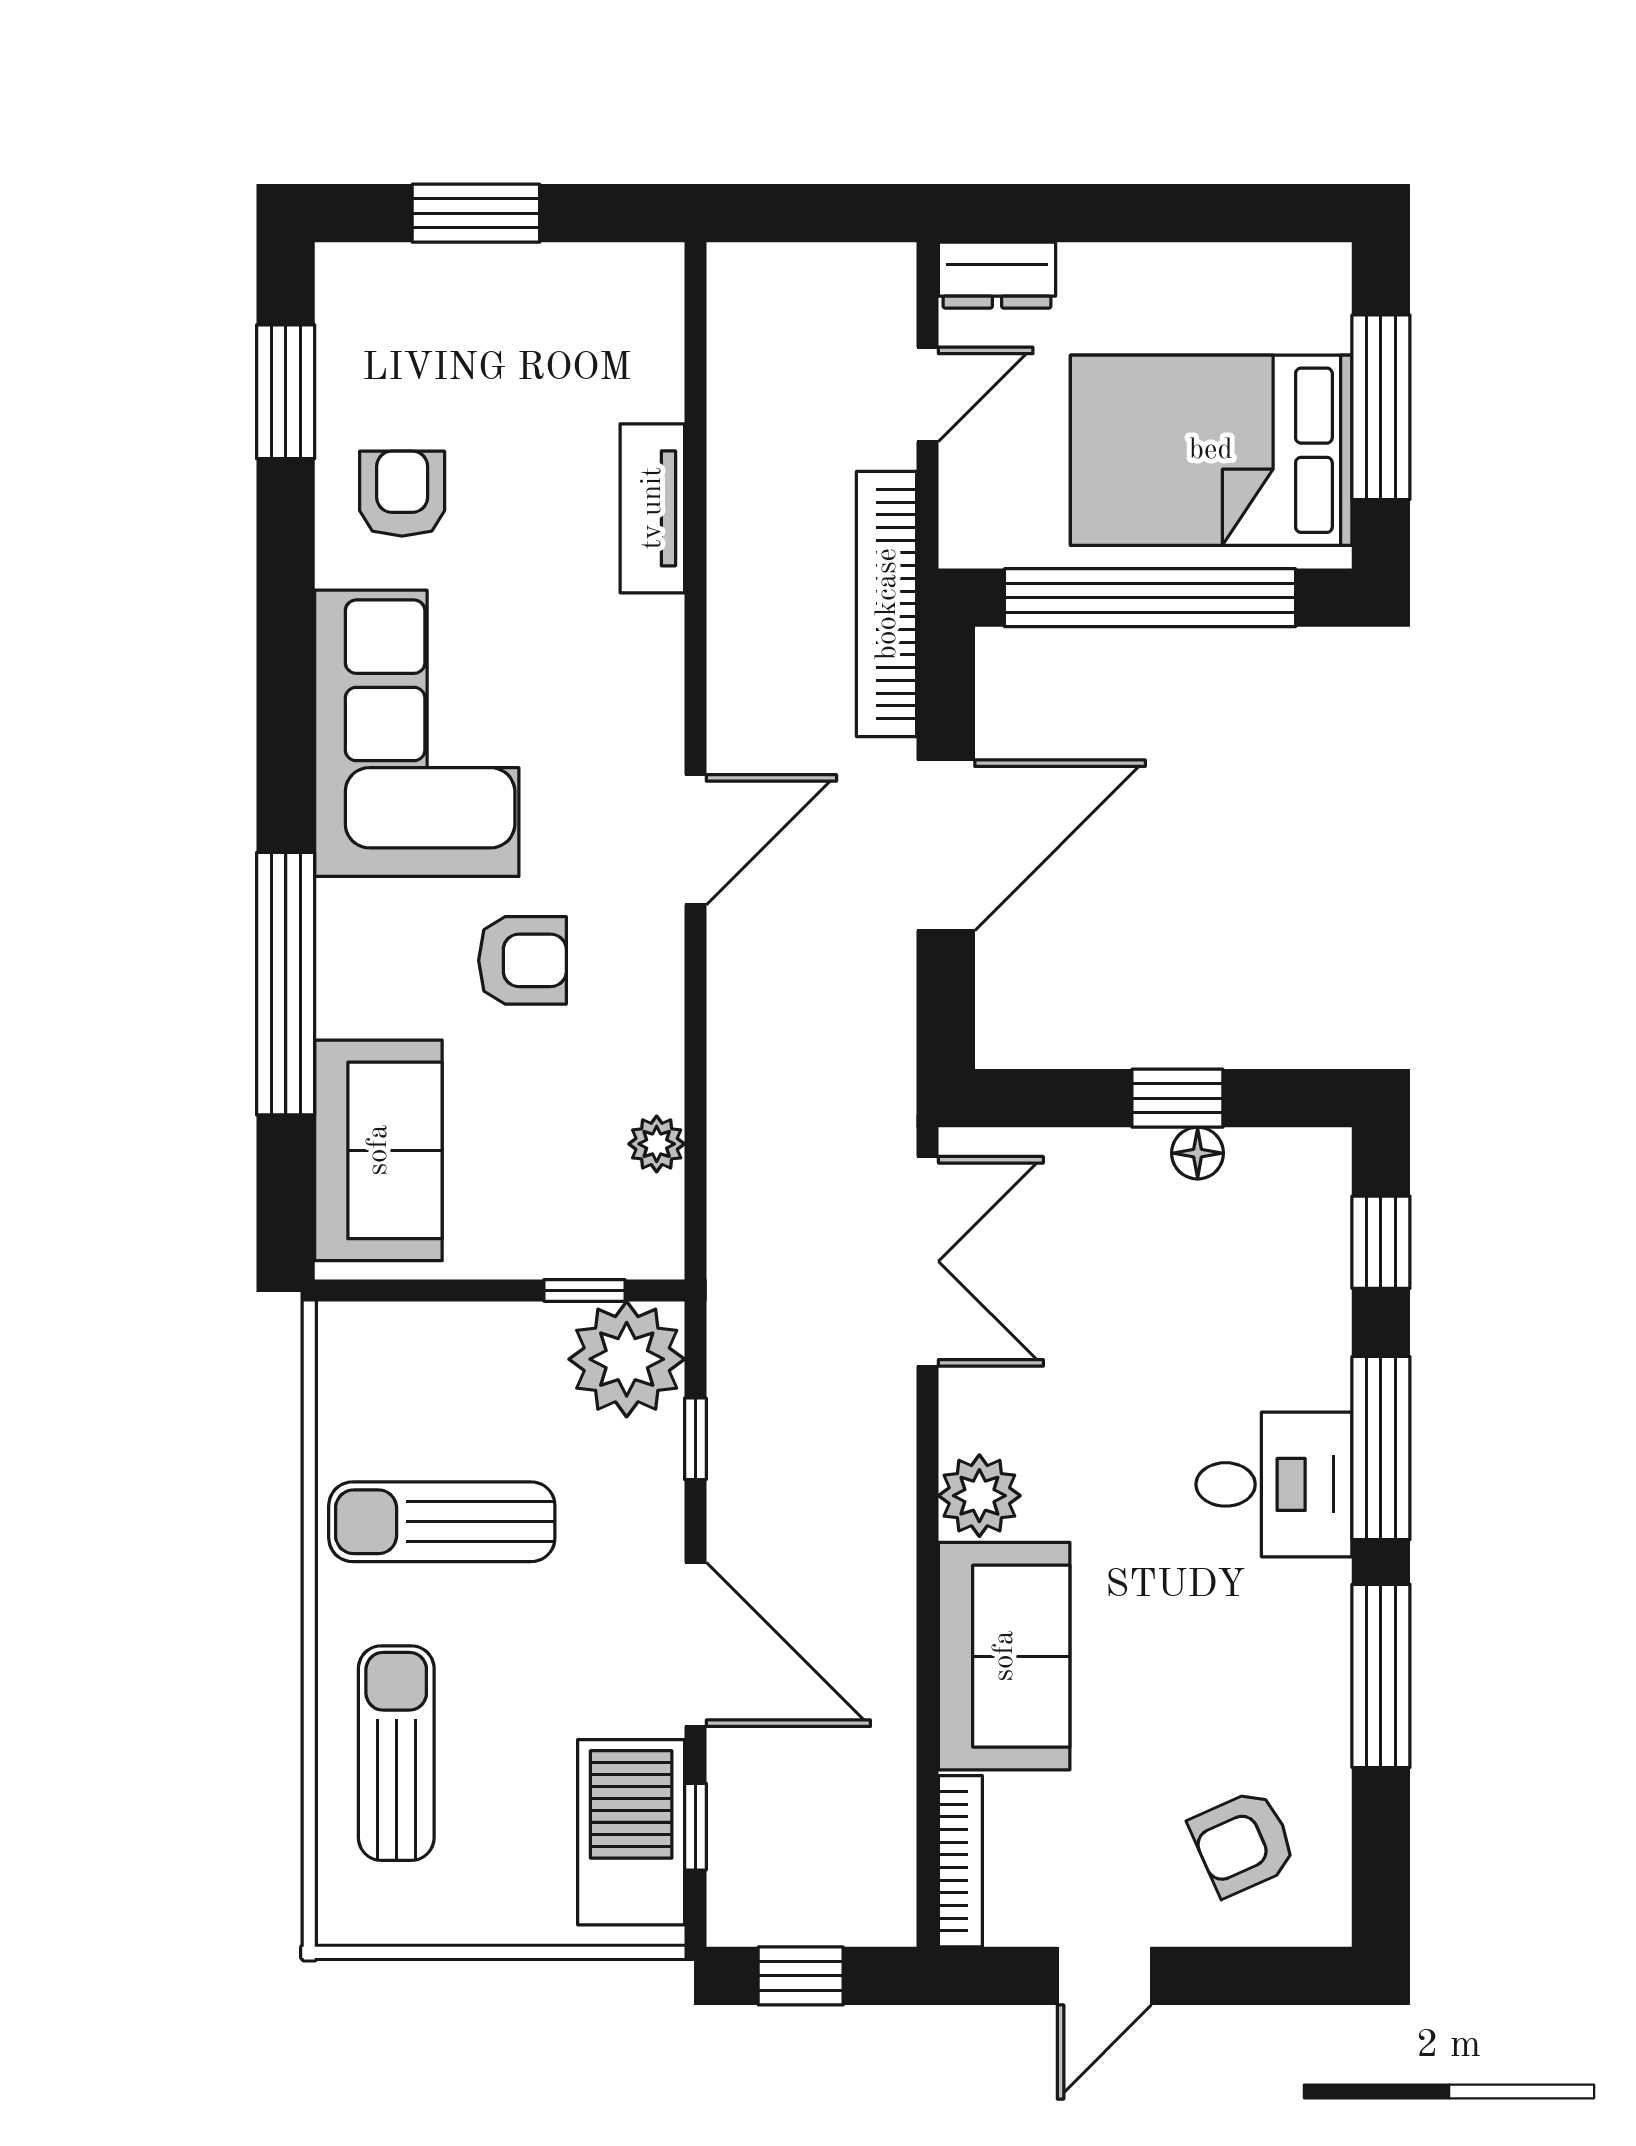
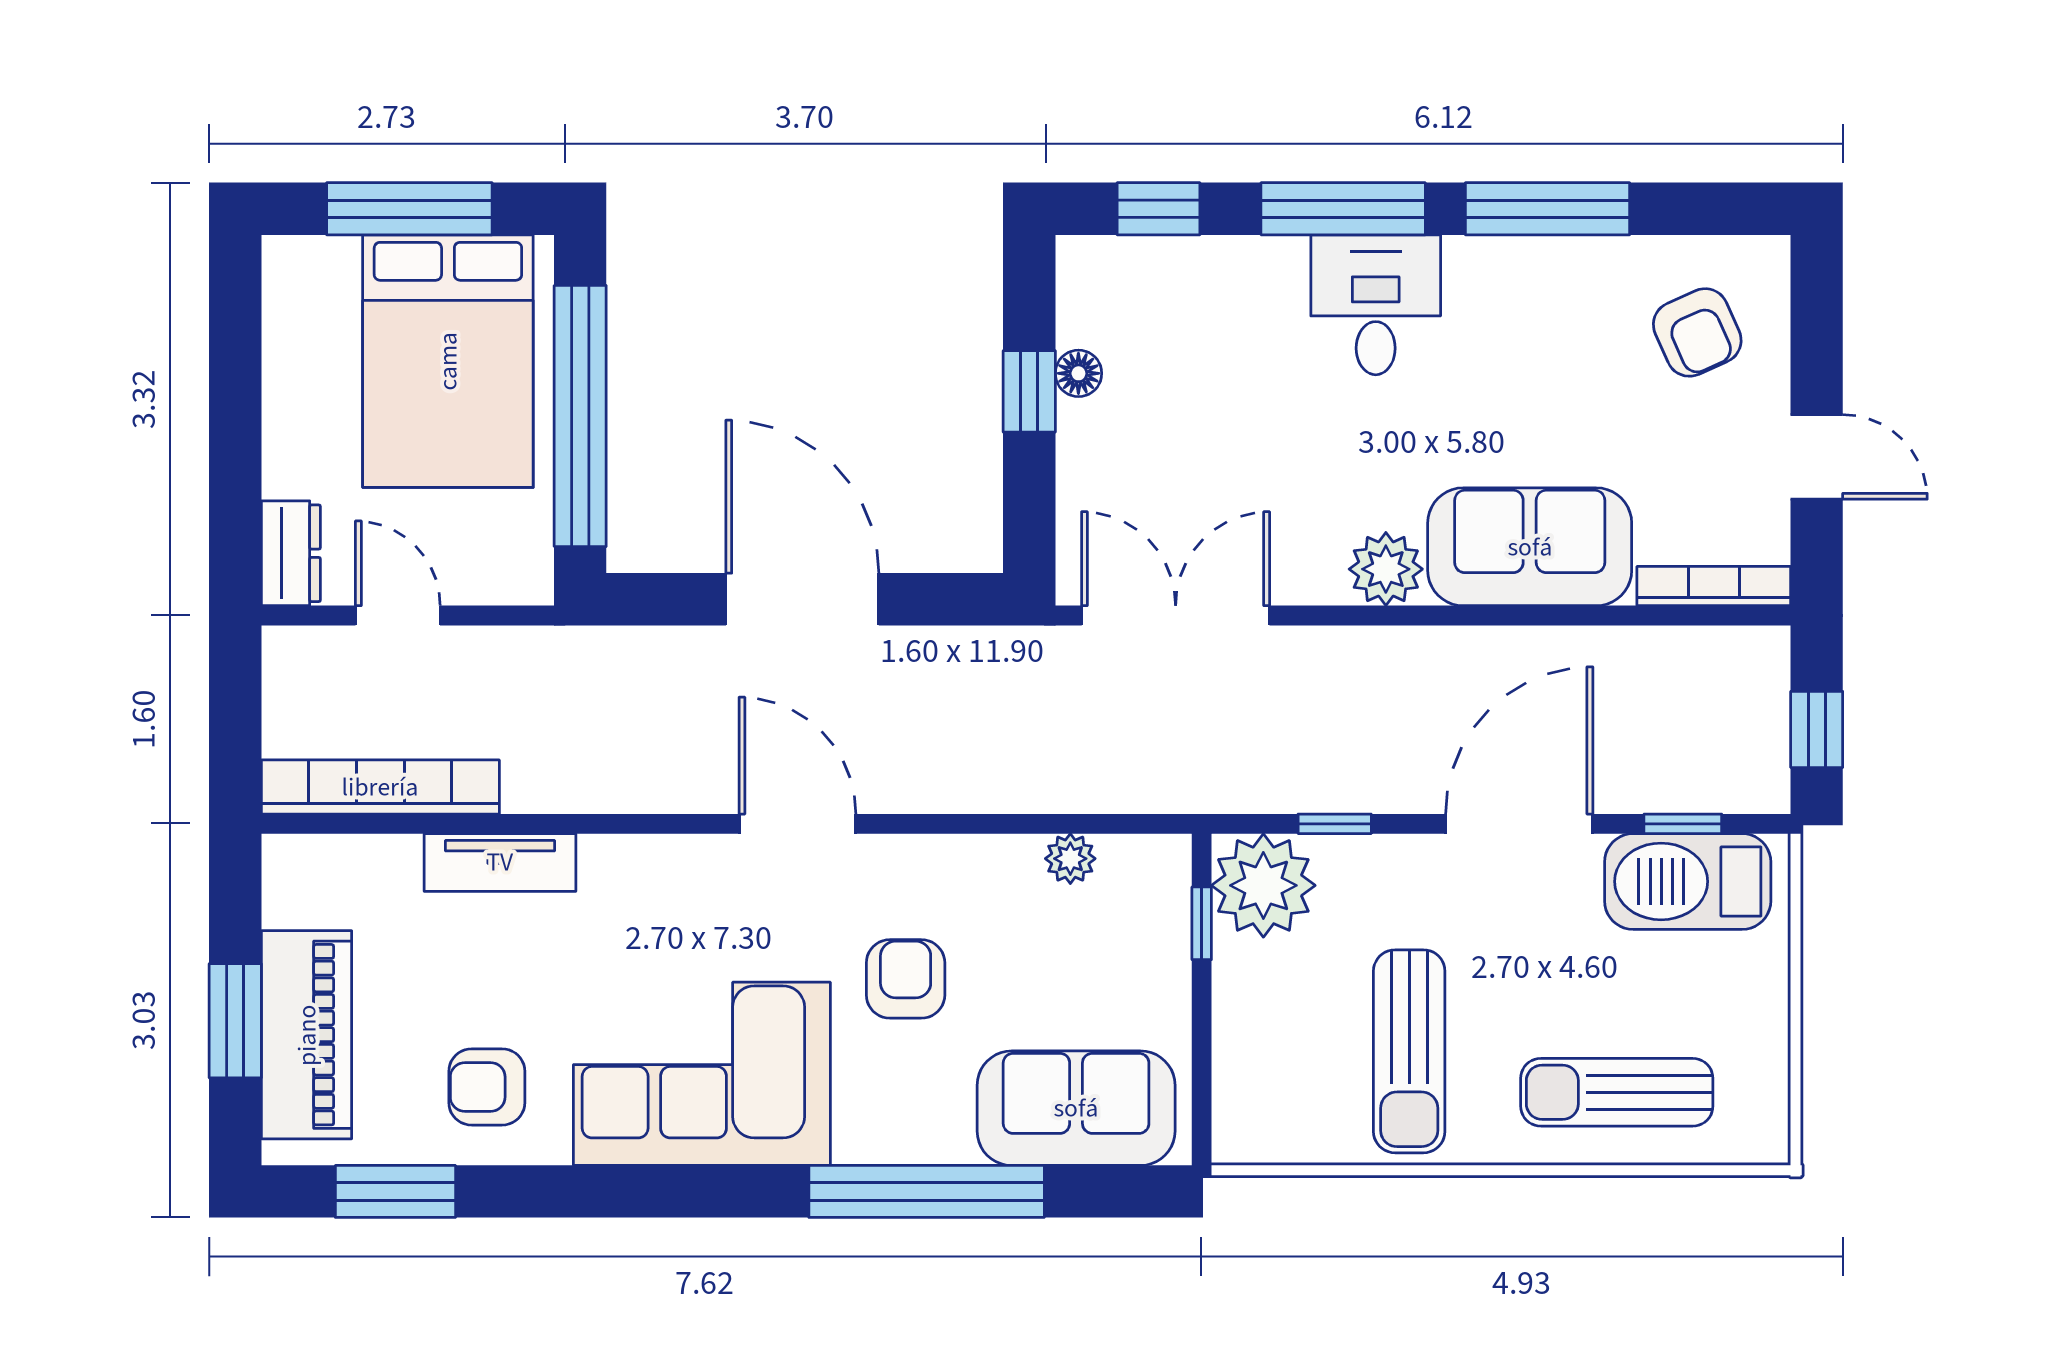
piano: (460, 293) -> (307, 1035), added
bookcase: (887, 604) -> (380, 787), moved, turned 180

